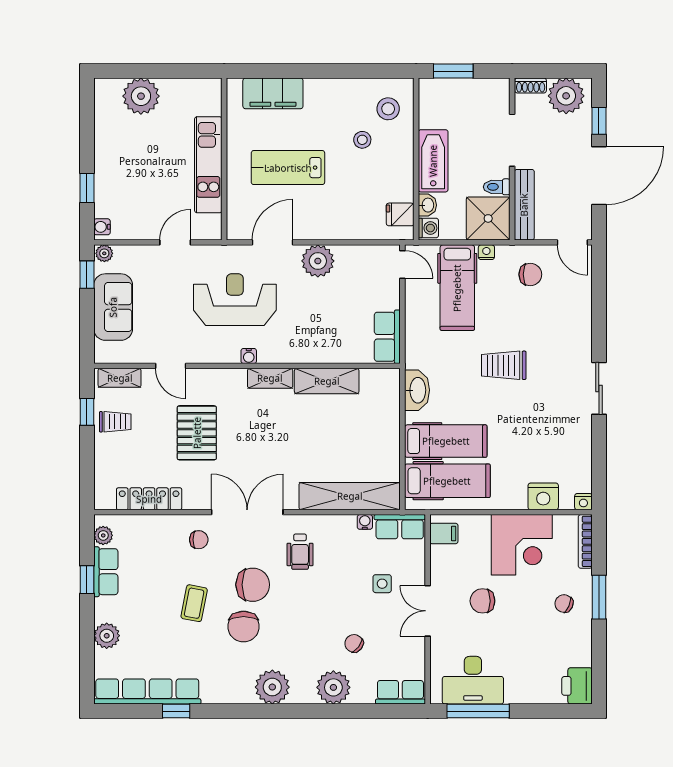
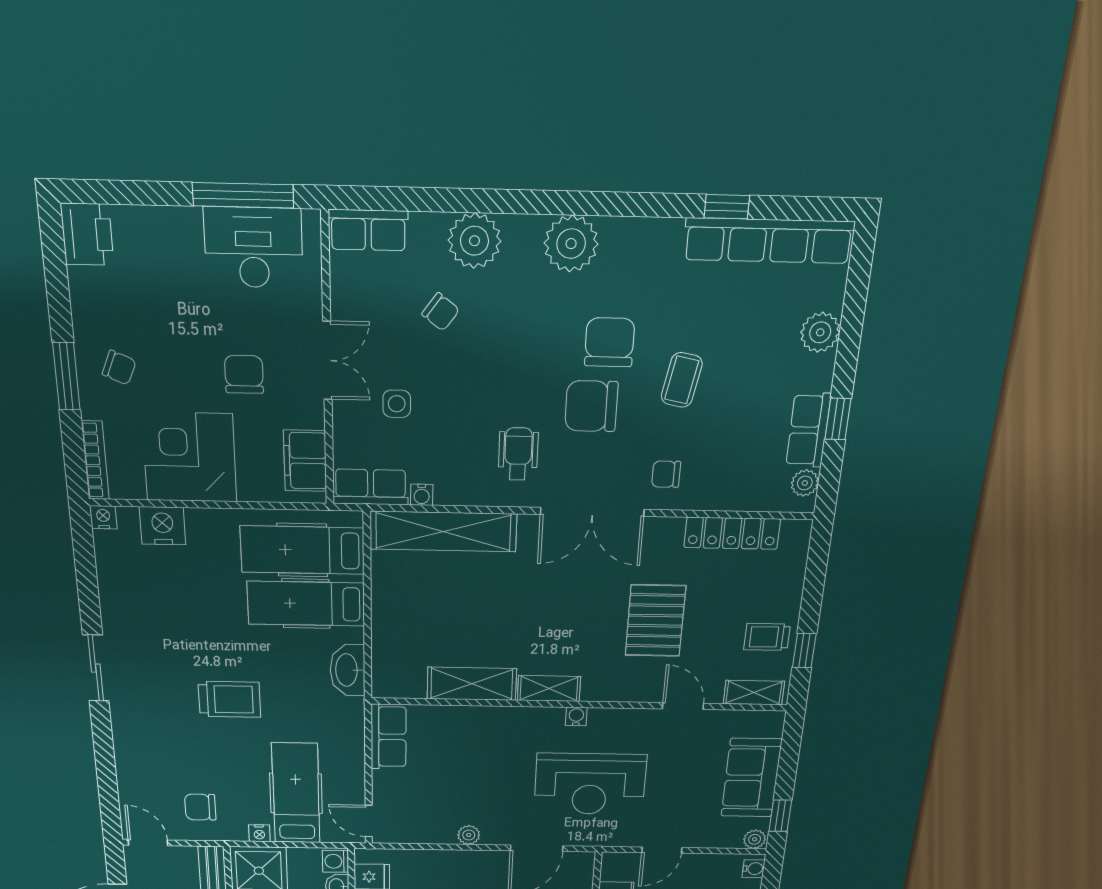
plant: (318, 261) -> (469, 835), width x0.53, depth x0.53
filing cabinet: (444, 533) -> (305, 461), width x2.00
chair: (482, 601) -> (244, 374), turned -90

